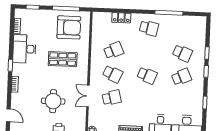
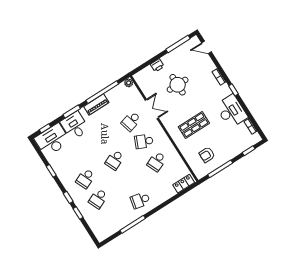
locker: (121, 18) -> (184, 184), moved
armchair: (69, 27) -> (207, 155), width x0.53, depth x0.53
school desk: (182, 53) -> (98, 199), turned -45
school desk: (147, 75) -> (115, 160), turned -45

